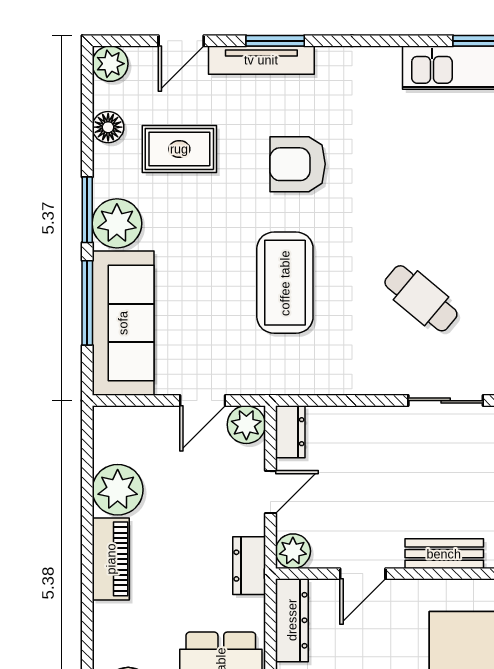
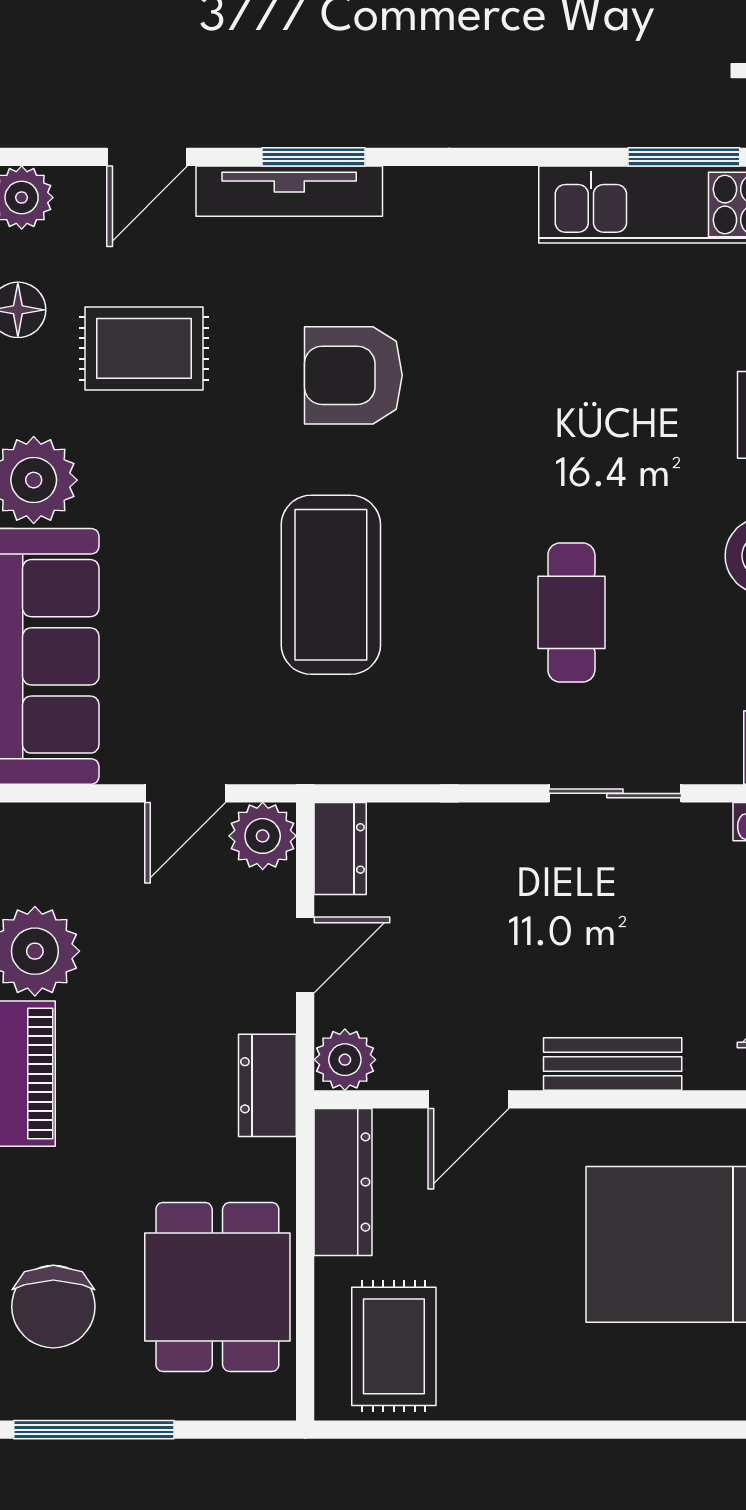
cafe table: (421, 298) -> (571, 612), turned 50

